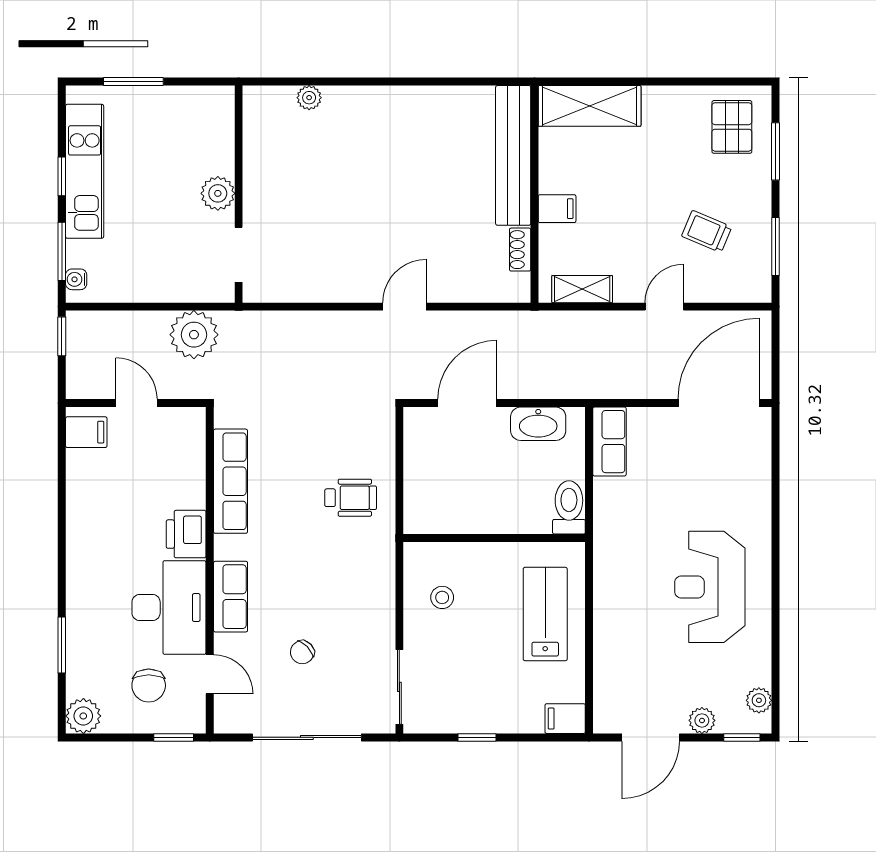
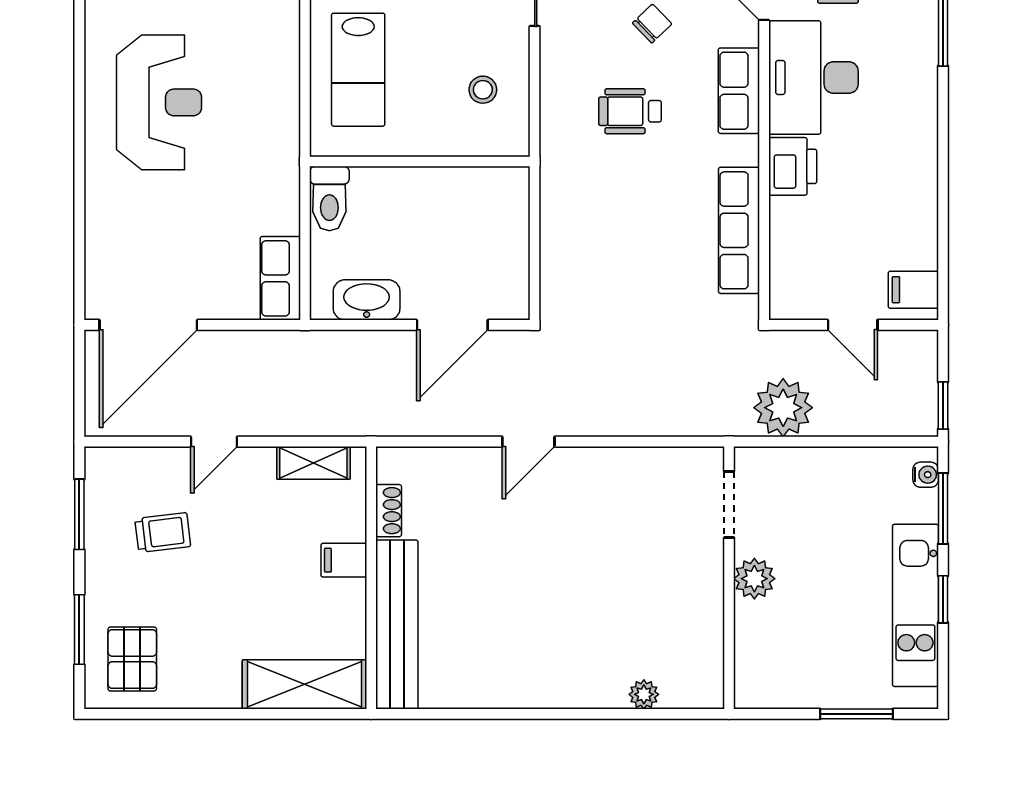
trolley: (707, 231) -> (163, 533), turned -30
wheelchair: (351, 498) -> (630, 111), moved

